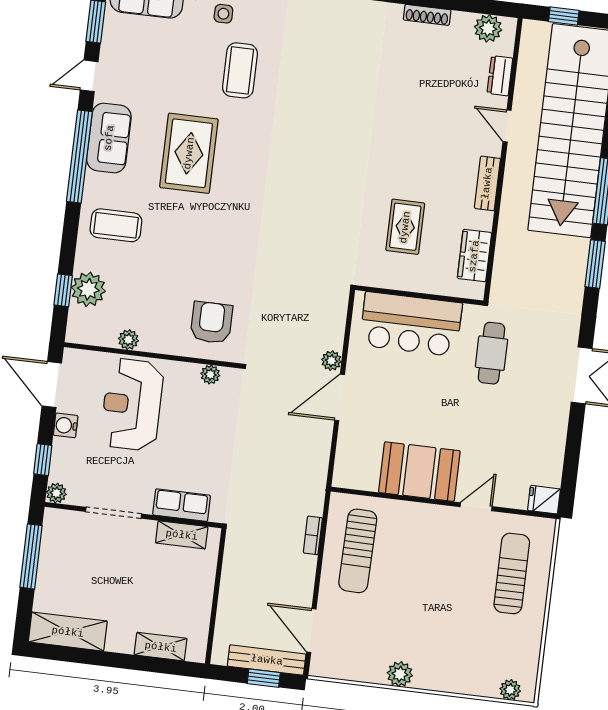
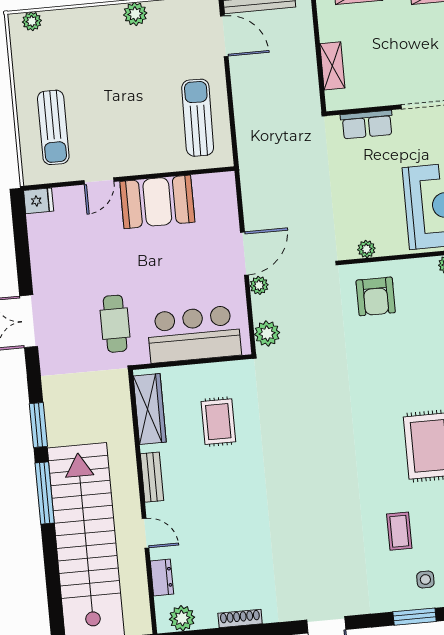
coffee table: (240, 70) -> (399, 531), width x0.73, depth x0.77
wardrobe: (474, 256) -> (150, 409), width x1.50
plant: (334, 308) -> (267, 333), added
shelving: (182, 535) -> (332, 66), moved, turned 90
bookcase: (313, 535) -> (242, 123), removed

